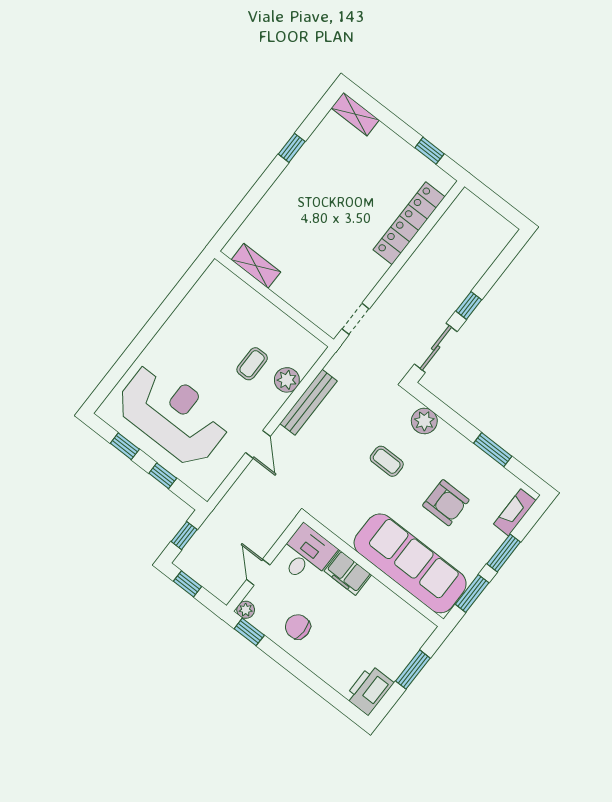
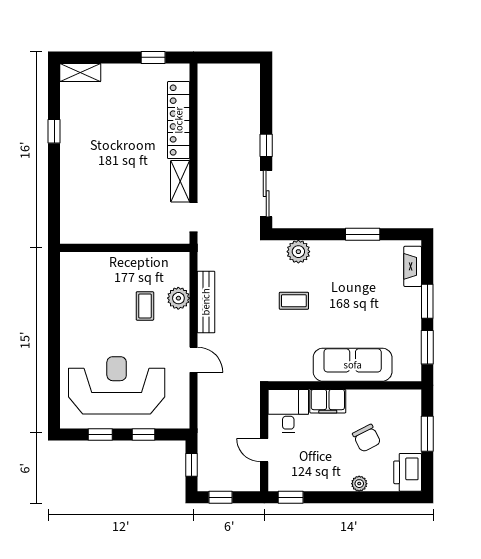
shelving: (256, 266) -> (180, 181), moved, turned 90
armchair: (446, 503) -> (359, 298), removed
sofa: (410, 563) -> (353, 365), width x0.74, depth x0.79
plant: (246, 610) -> (359, 484), moved
chair: (298, 627) -> (367, 438), moved, turned -117

